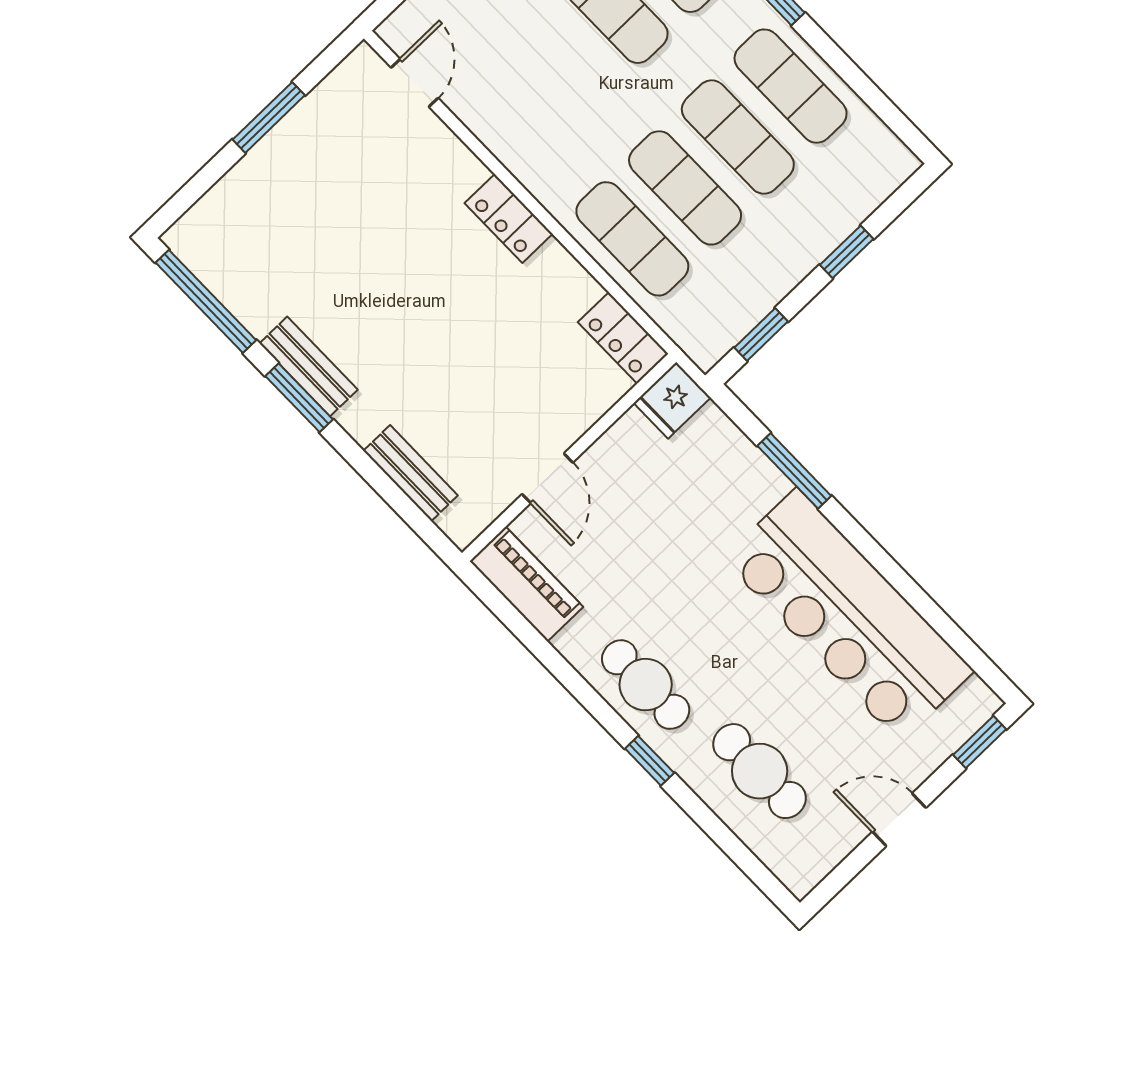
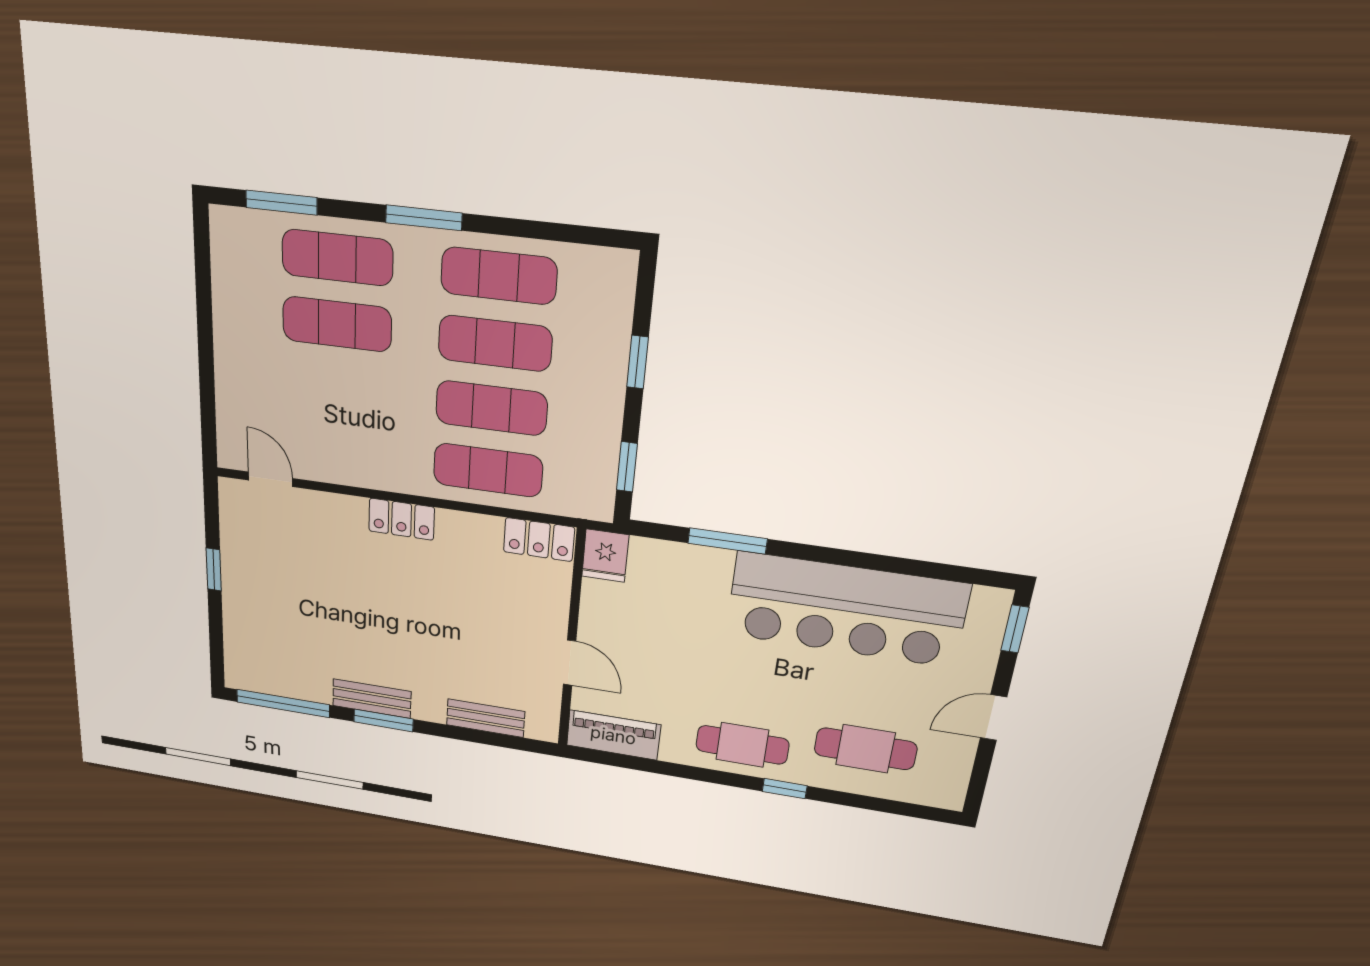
window: (269, 117) -> (214, 569), width x0.67

